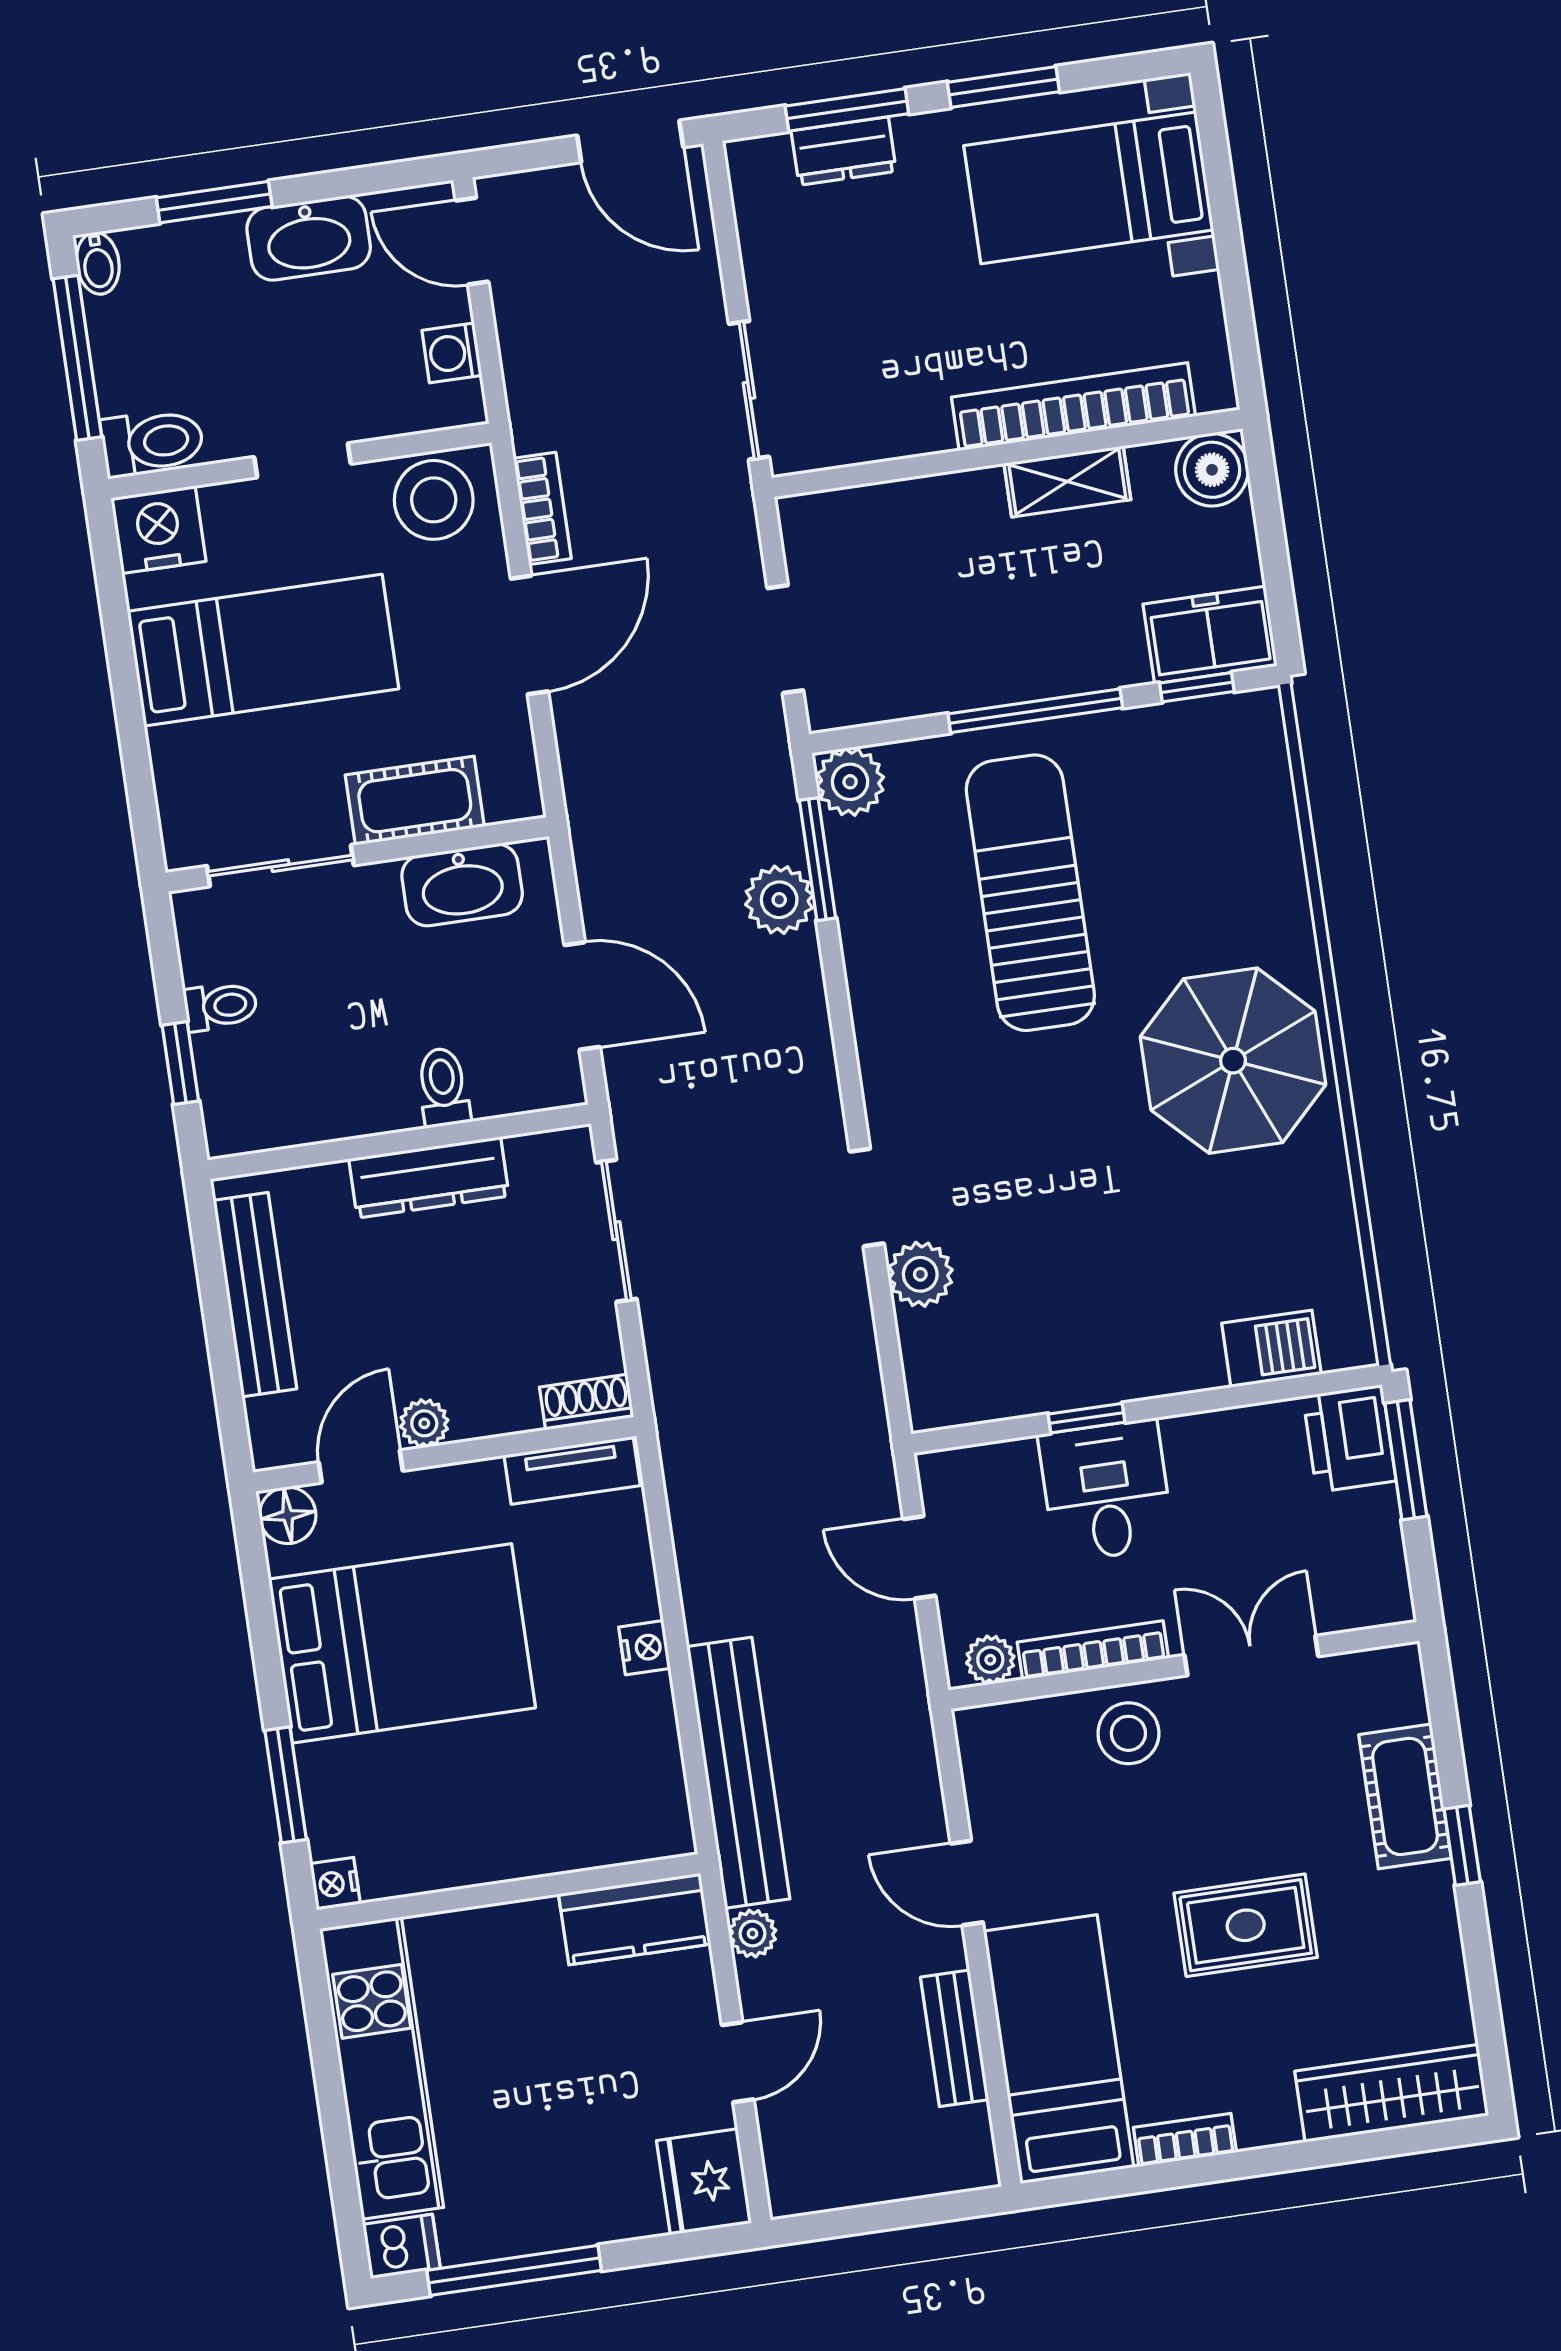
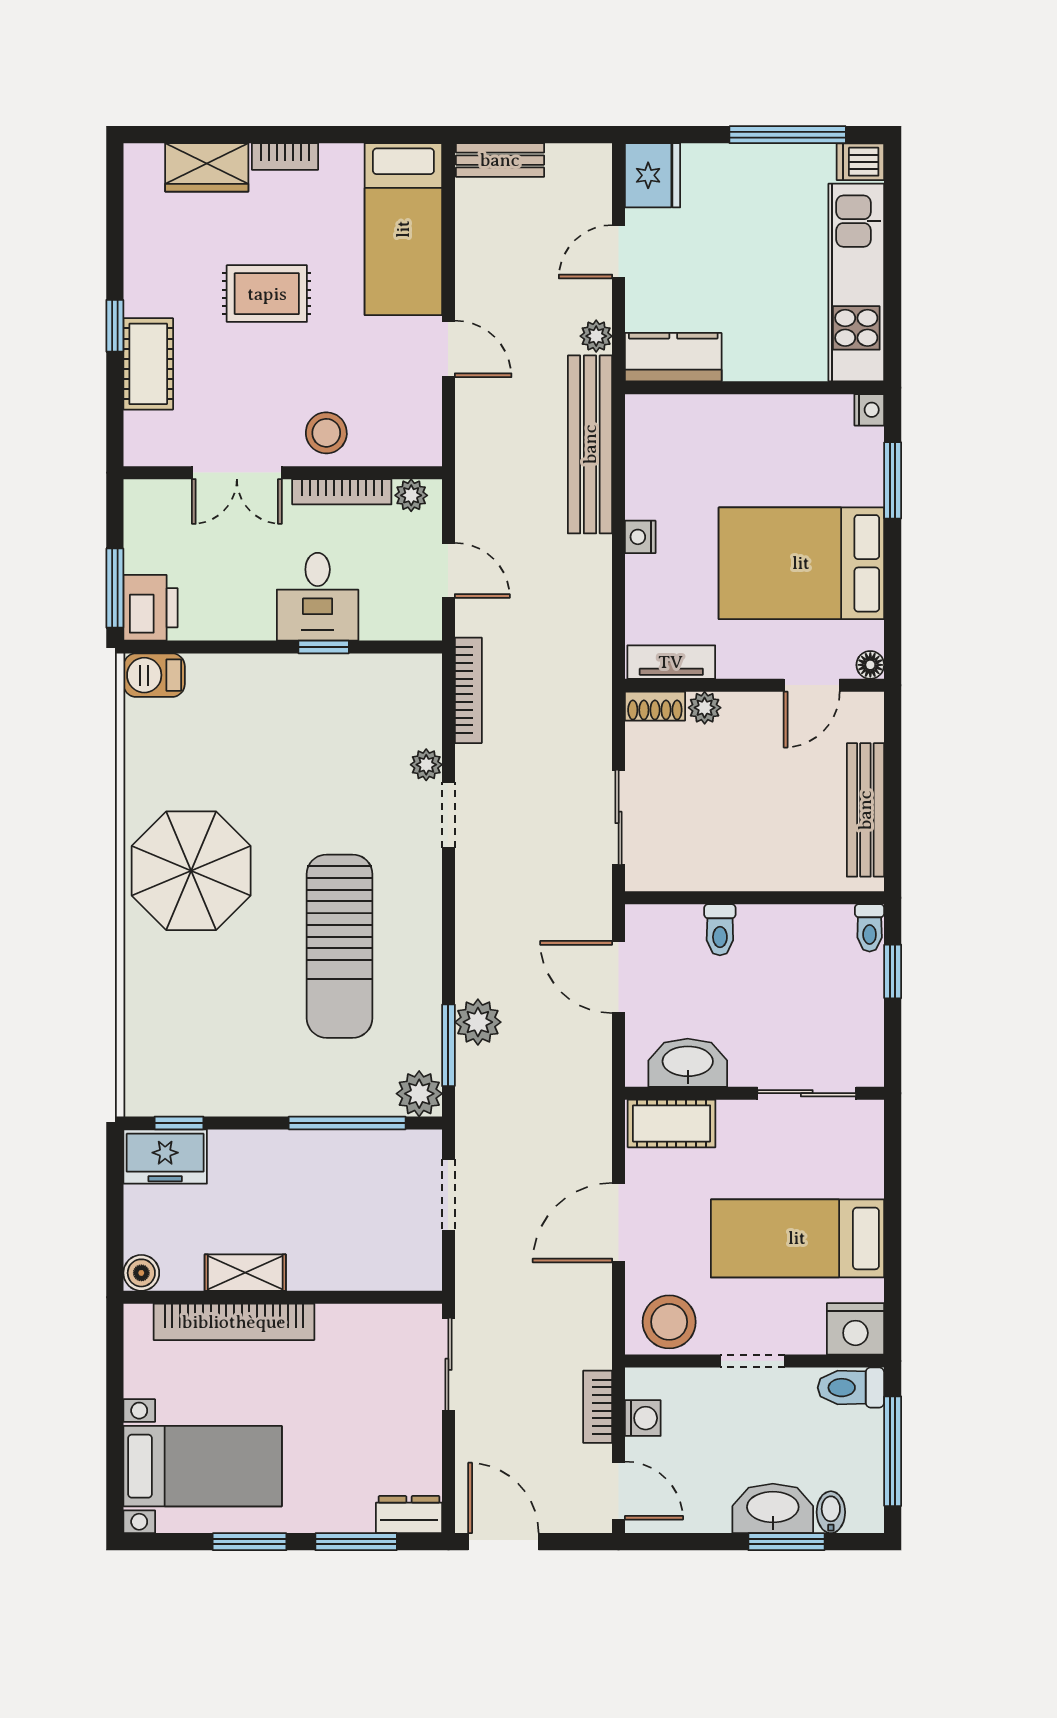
dresser: (844, 151) -> (409, 1515), moved
washbasin: (309, 238) -> (773, 1508), moved
bidet: (98, 263) -> (831, 1512), moved
boiler: (1212, 470) -> (141, 1273), width x0.73, depth x0.73
bookcase: (542, 508) -> (598, 1407), moved
window: (1035, 711) -> (347, 1123), moved
cot: (415, 801) -> (672, 1123), moved
sun lounger: (1030, 893) -> (340, 946), moved
toilet: (221, 1006) -> (870, 928), moved, turned -90
dresser: (429, 1177) -> (738, 871), removed
plant: (920, 1274) -> (426, 765), width x0.73, depth x0.73
barbecue: (1271, 1349) -> (154, 675), moved
bookcase: (864, 1385) -> (468, 690), added
plant: (424, 1423) -> (705, 708), moved
floor lamp: (288, 1515) -> (870, 665), width x0.73, depth x0.73
bench: (955, 2038) -> (500, 160), moved, turned 90
wardrobe: (1392, 2093) -> (207, 167), width x0.67
bookcase: (1185, 2140) -> (285, 157), moved

